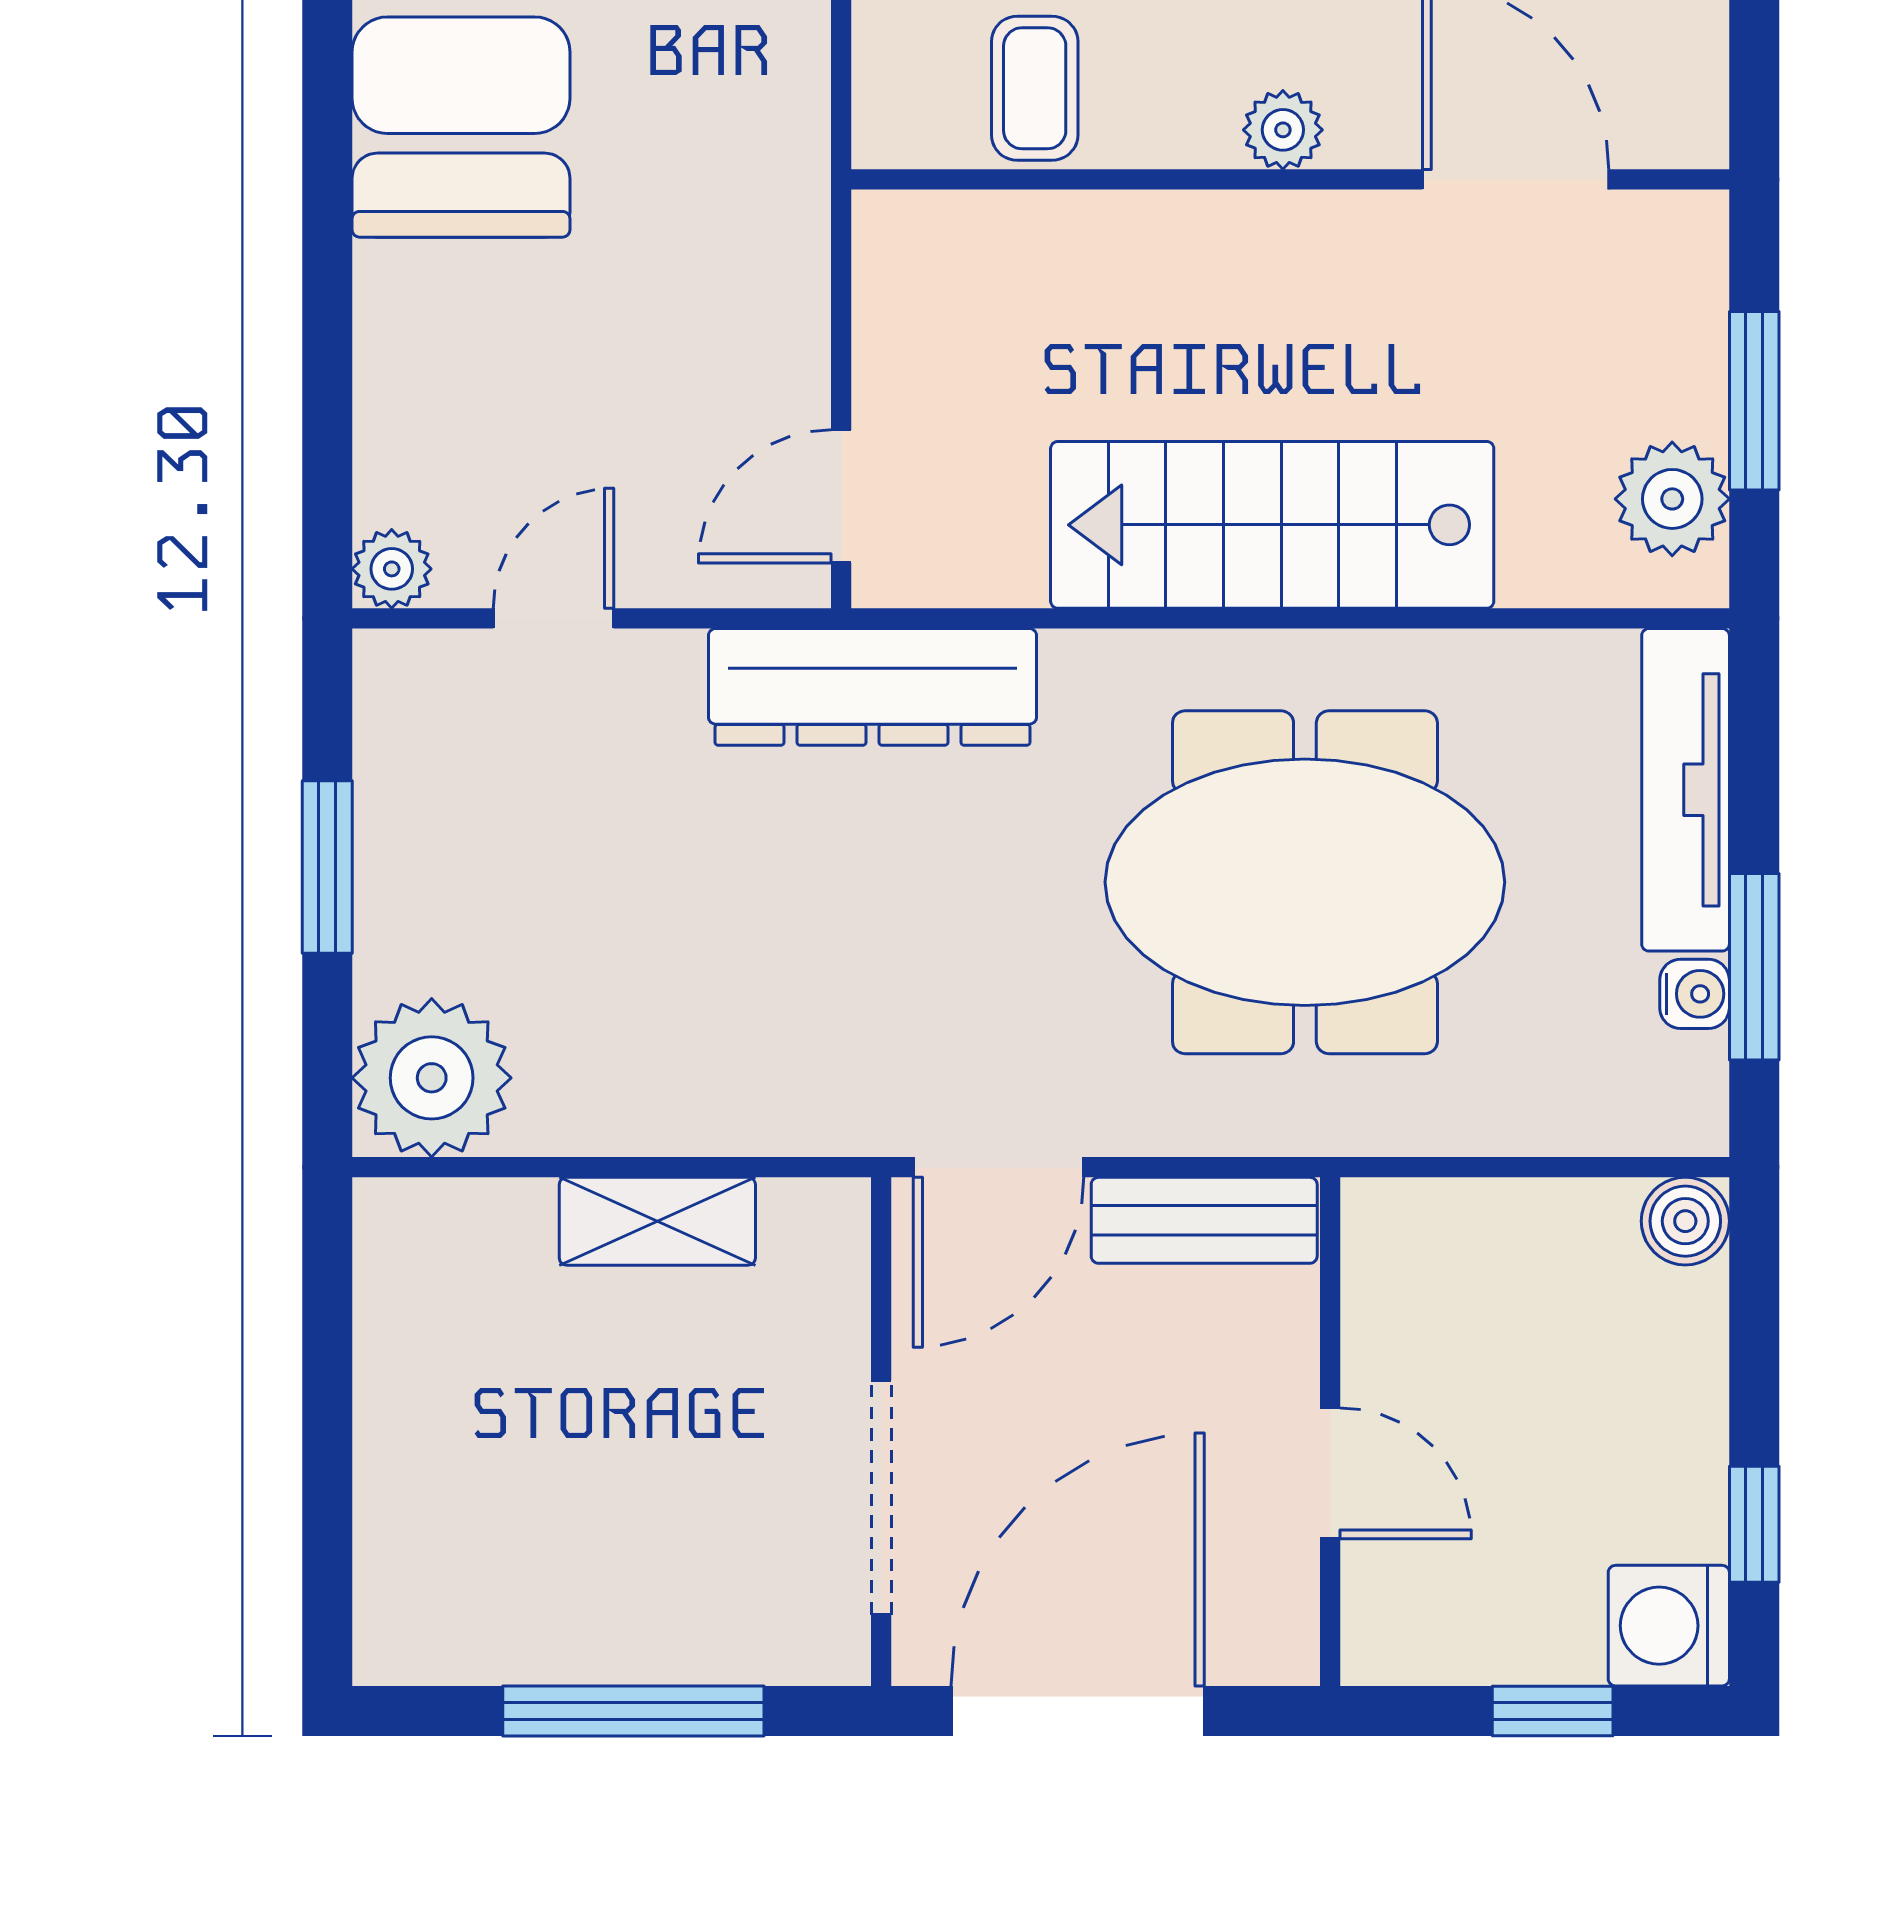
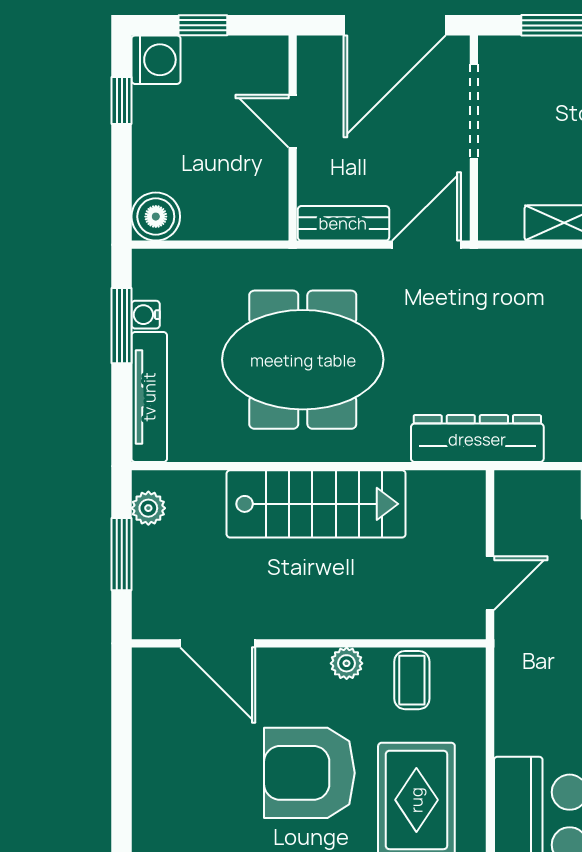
plant: (1283, 130) -> (347, 663), moved
door: (841, 496) -> (490, 583), moved
plant: (1672, 499) -> (148, 508), width x0.73, depth x0.73
boiler: (1685, 1221) -> (156, 217), width x1.36, depth x1.36

